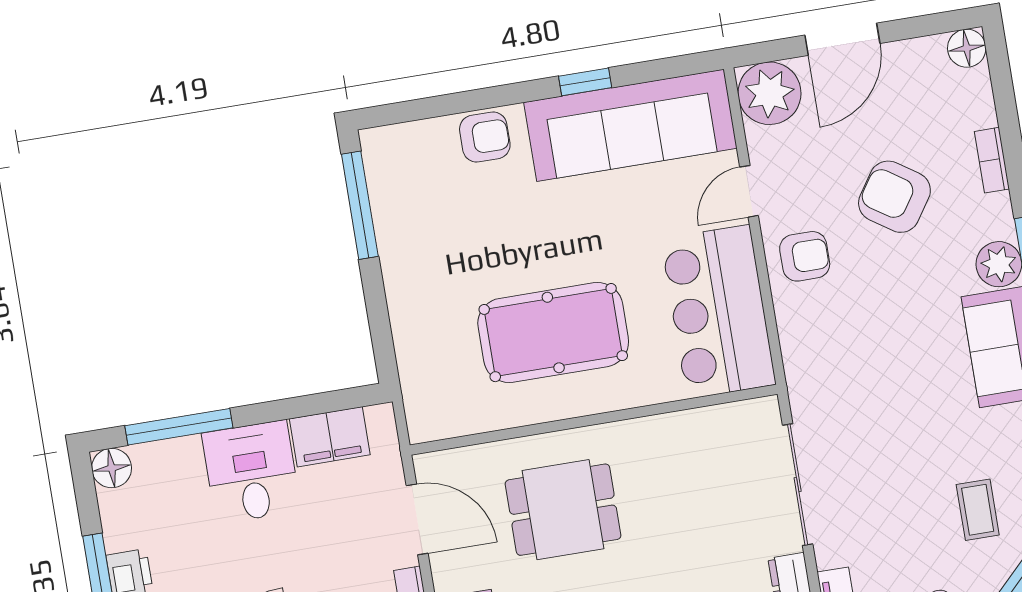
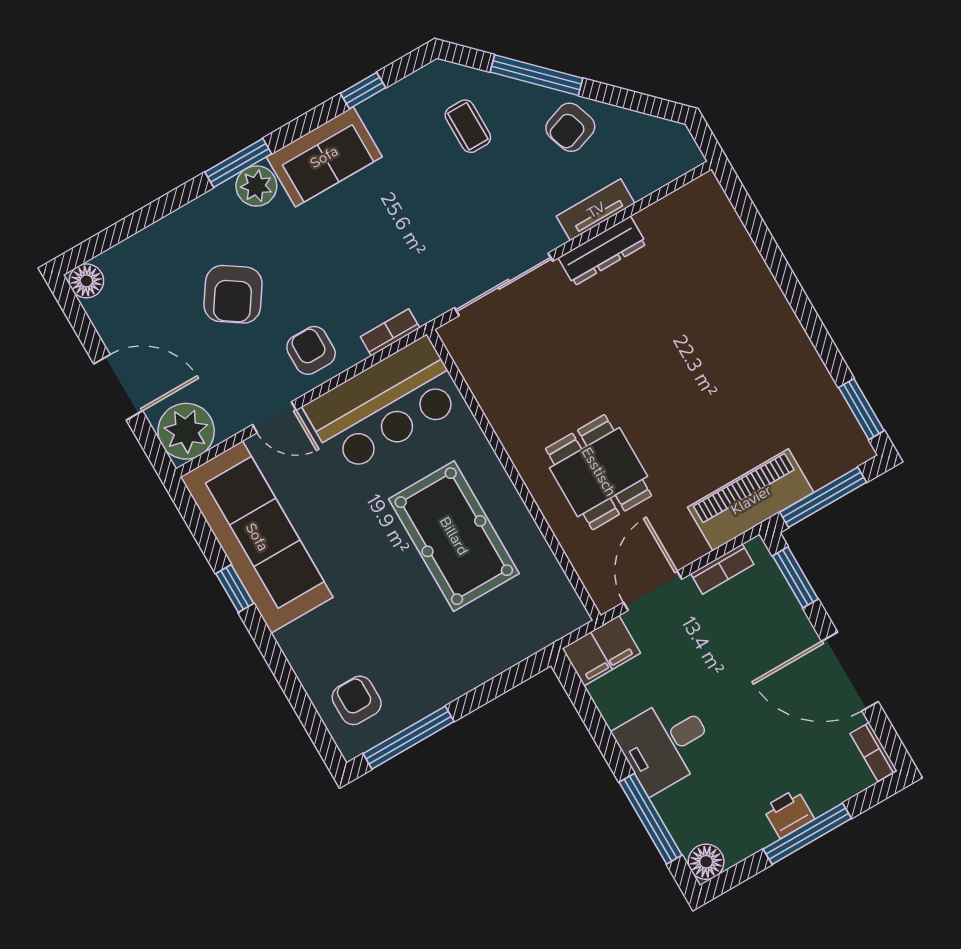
armchair: (485, 137) -> (357, 700), moved
bookcase: (992, 160) -> (390, 332), moved, turned 180
filing cabinet: (330, 437) -> (601, 651), moved, turned 90
coffee table: (978, 510) -> (468, 126), turned 90

